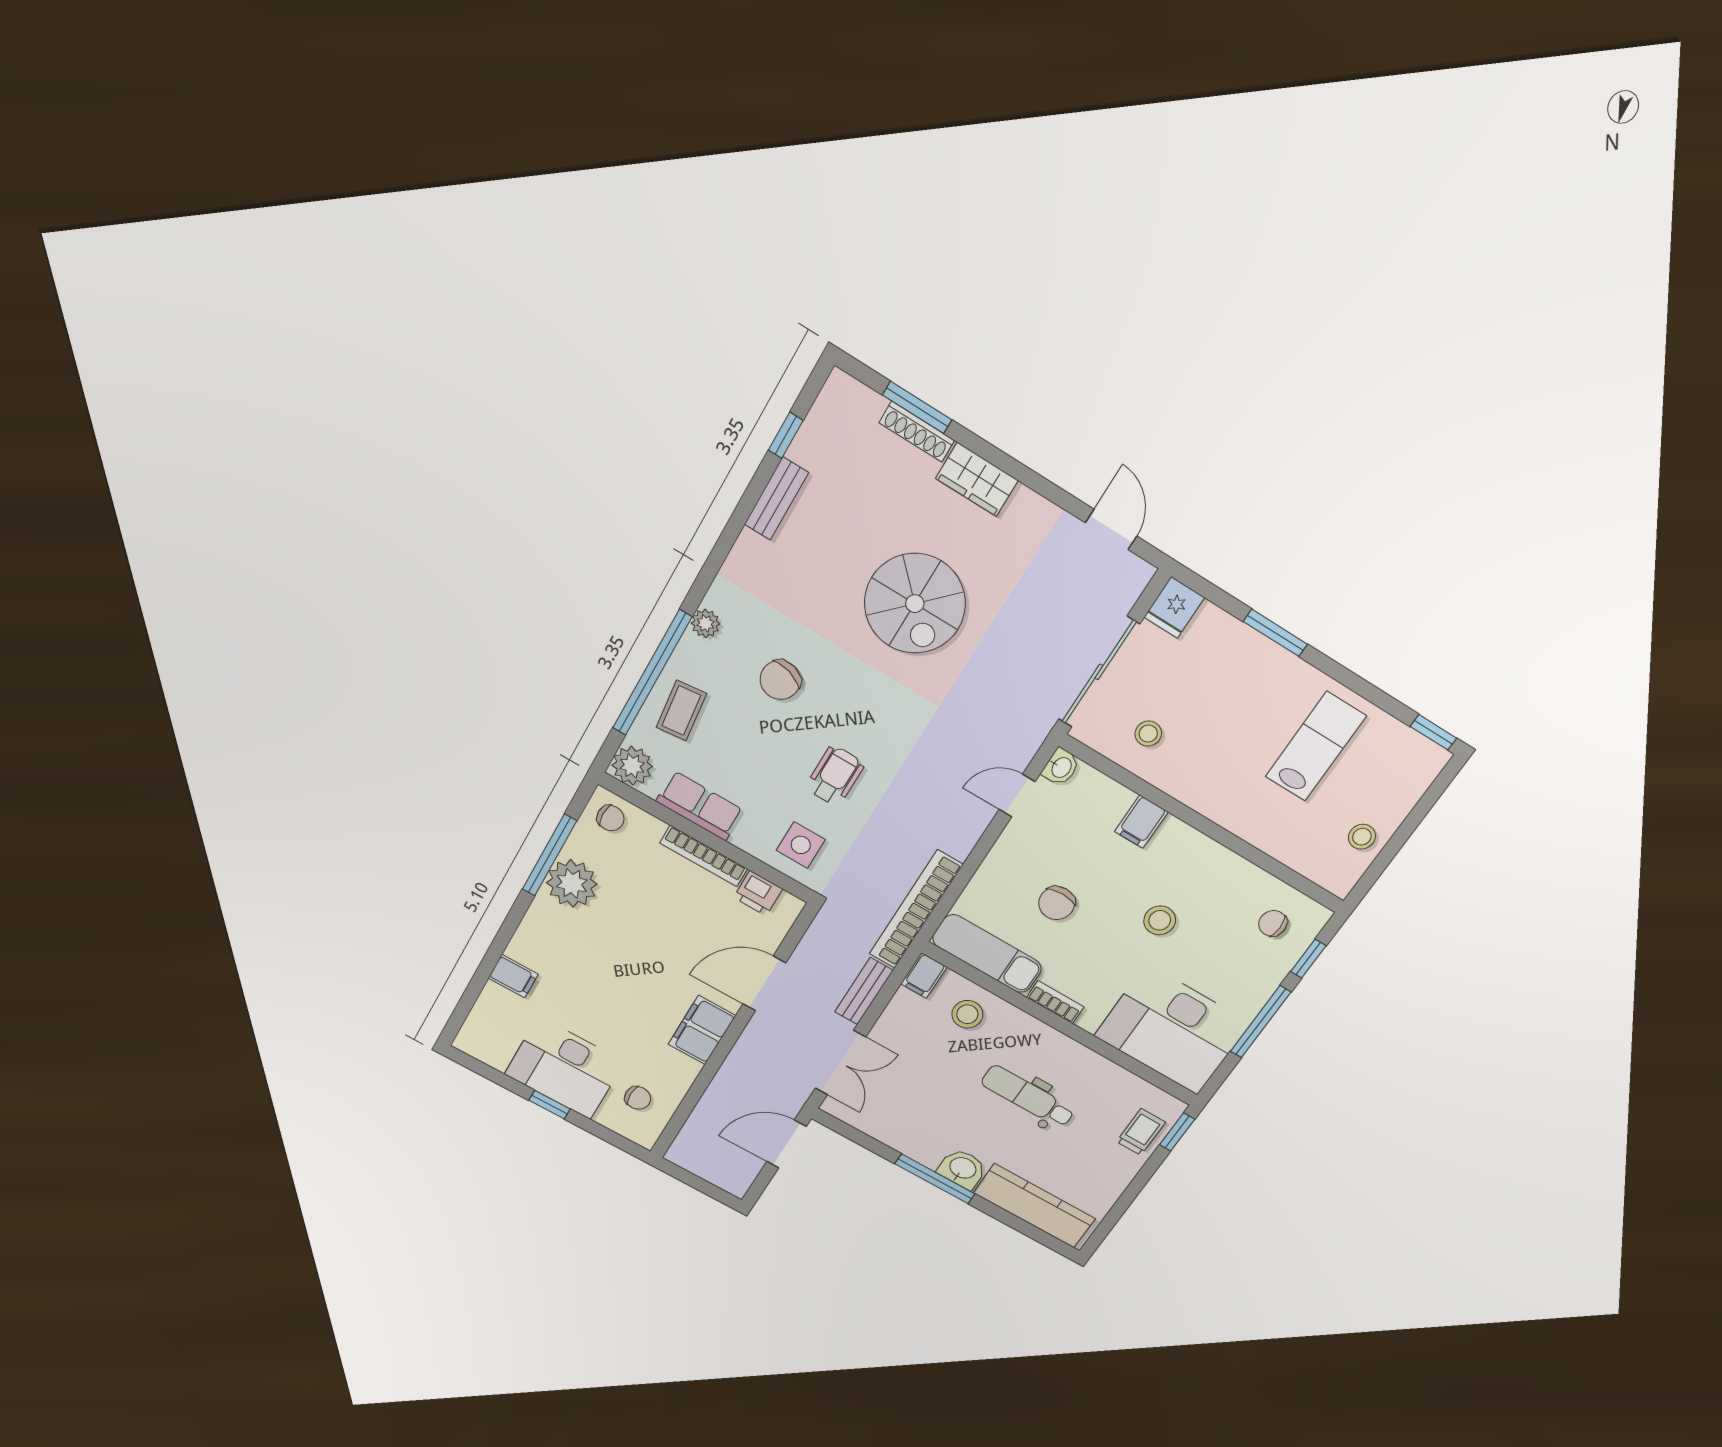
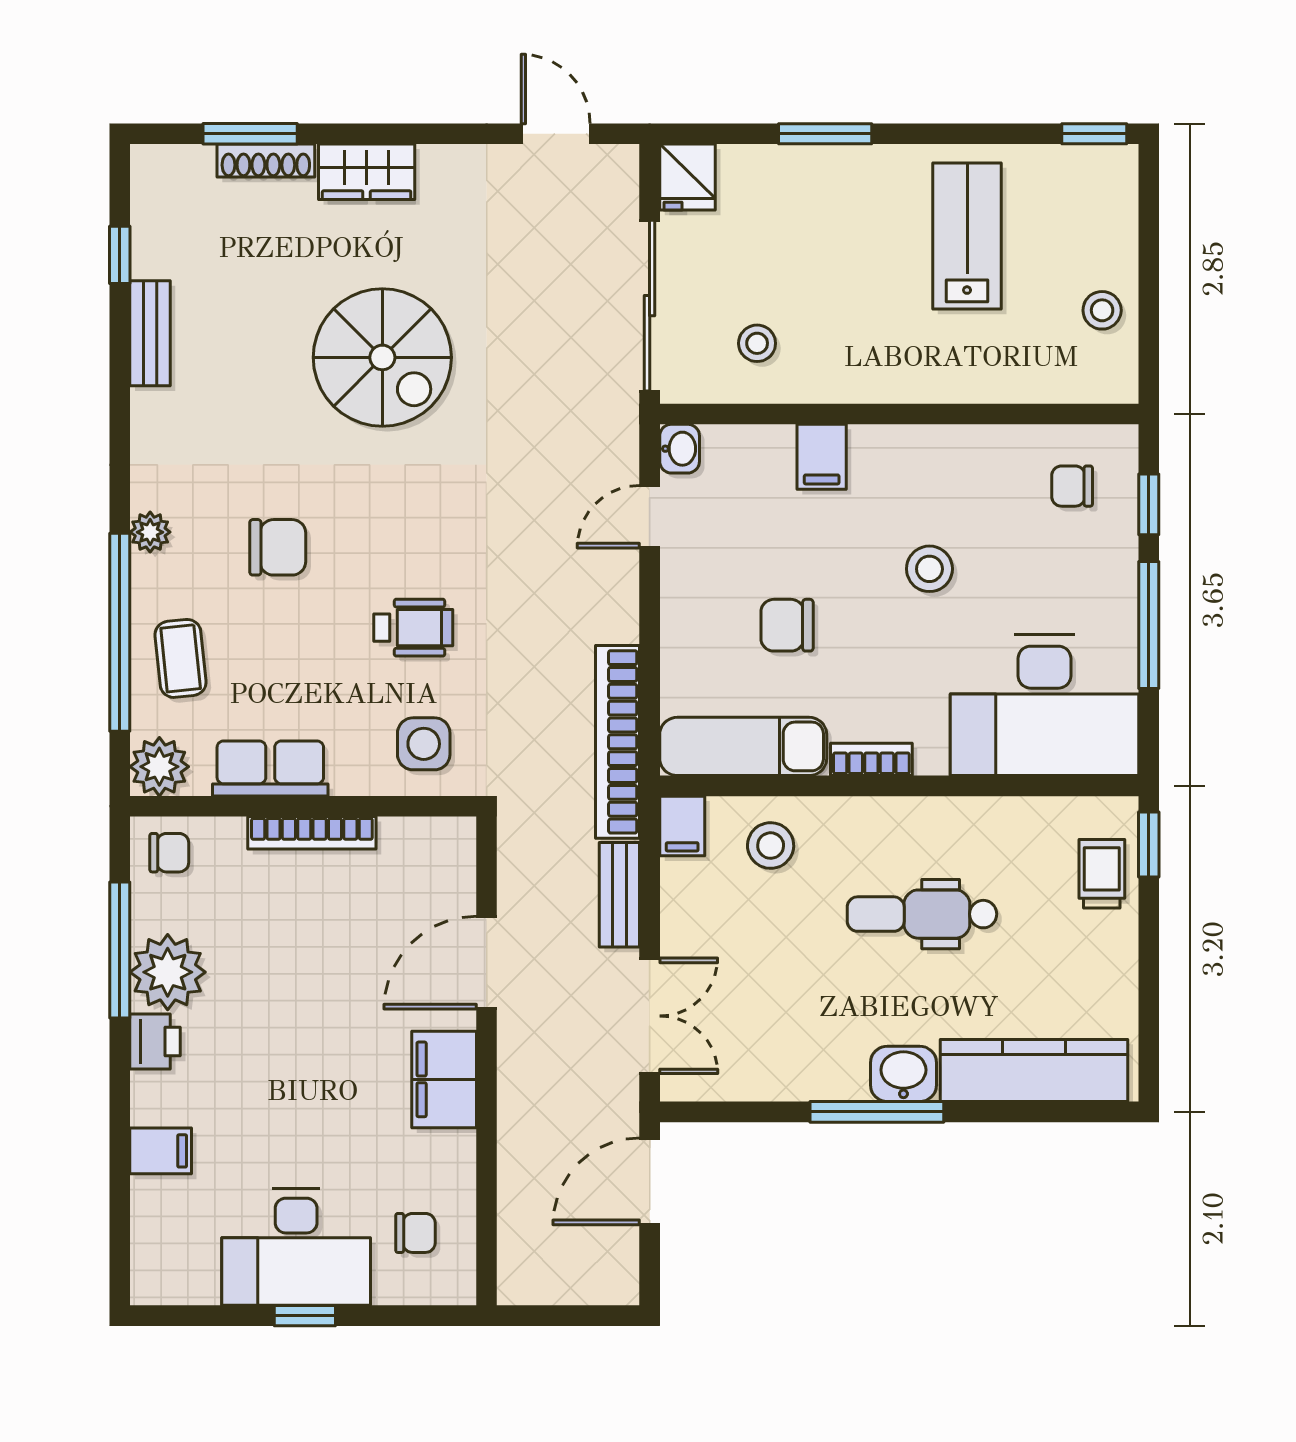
chair: (780, 680) -> (278, 547), turned -107
wheelchair: (835, 776) -> (413, 628), turned 90
printer: (758, 893) -> (155, 1042), moved, turned -90
chair: (1057, 903) -> (787, 625), turned 90

